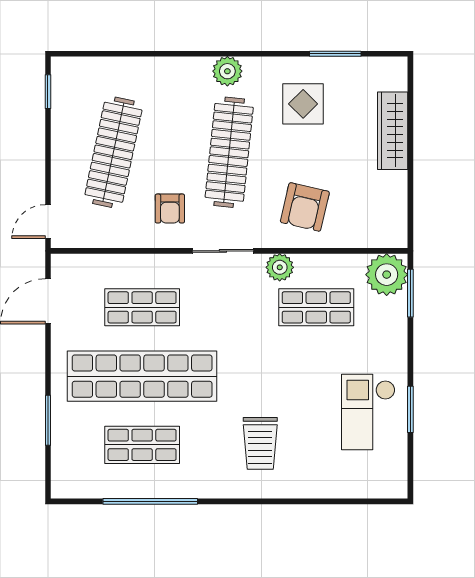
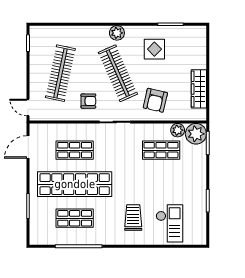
wardrobe: (393, 131) -> (199, 89), moved
clothes rail: (229, 152) -> (118, 73), turned -30
armchair: (170, 209) -> (88, 101), turned -90
door: (48, 222) -> (28, 108), hinge flipped
plant: (280, 267) -> (178, 130), moved
checkout: (368, 412) -> (169, 223), moved, turned 180
trolley: (260, 443) -> (133, 217), turned 180

